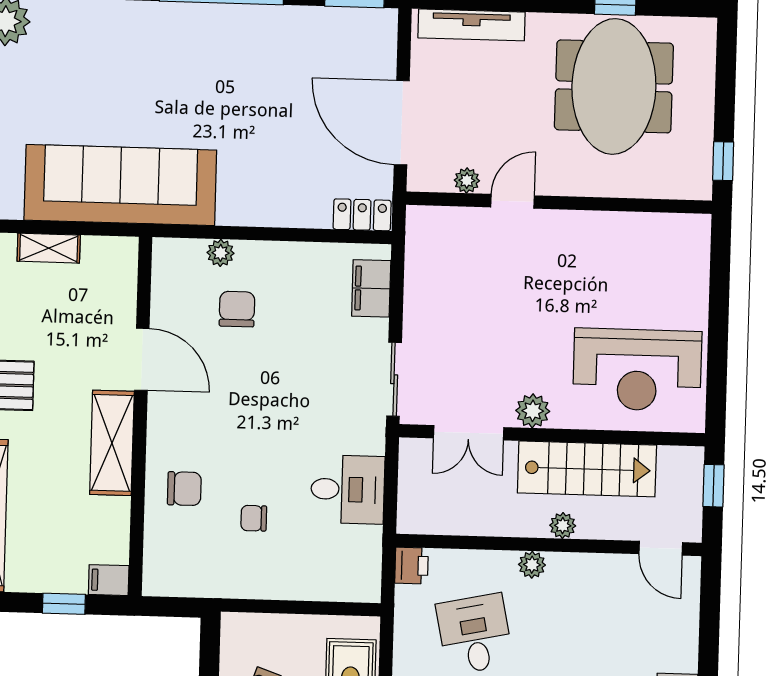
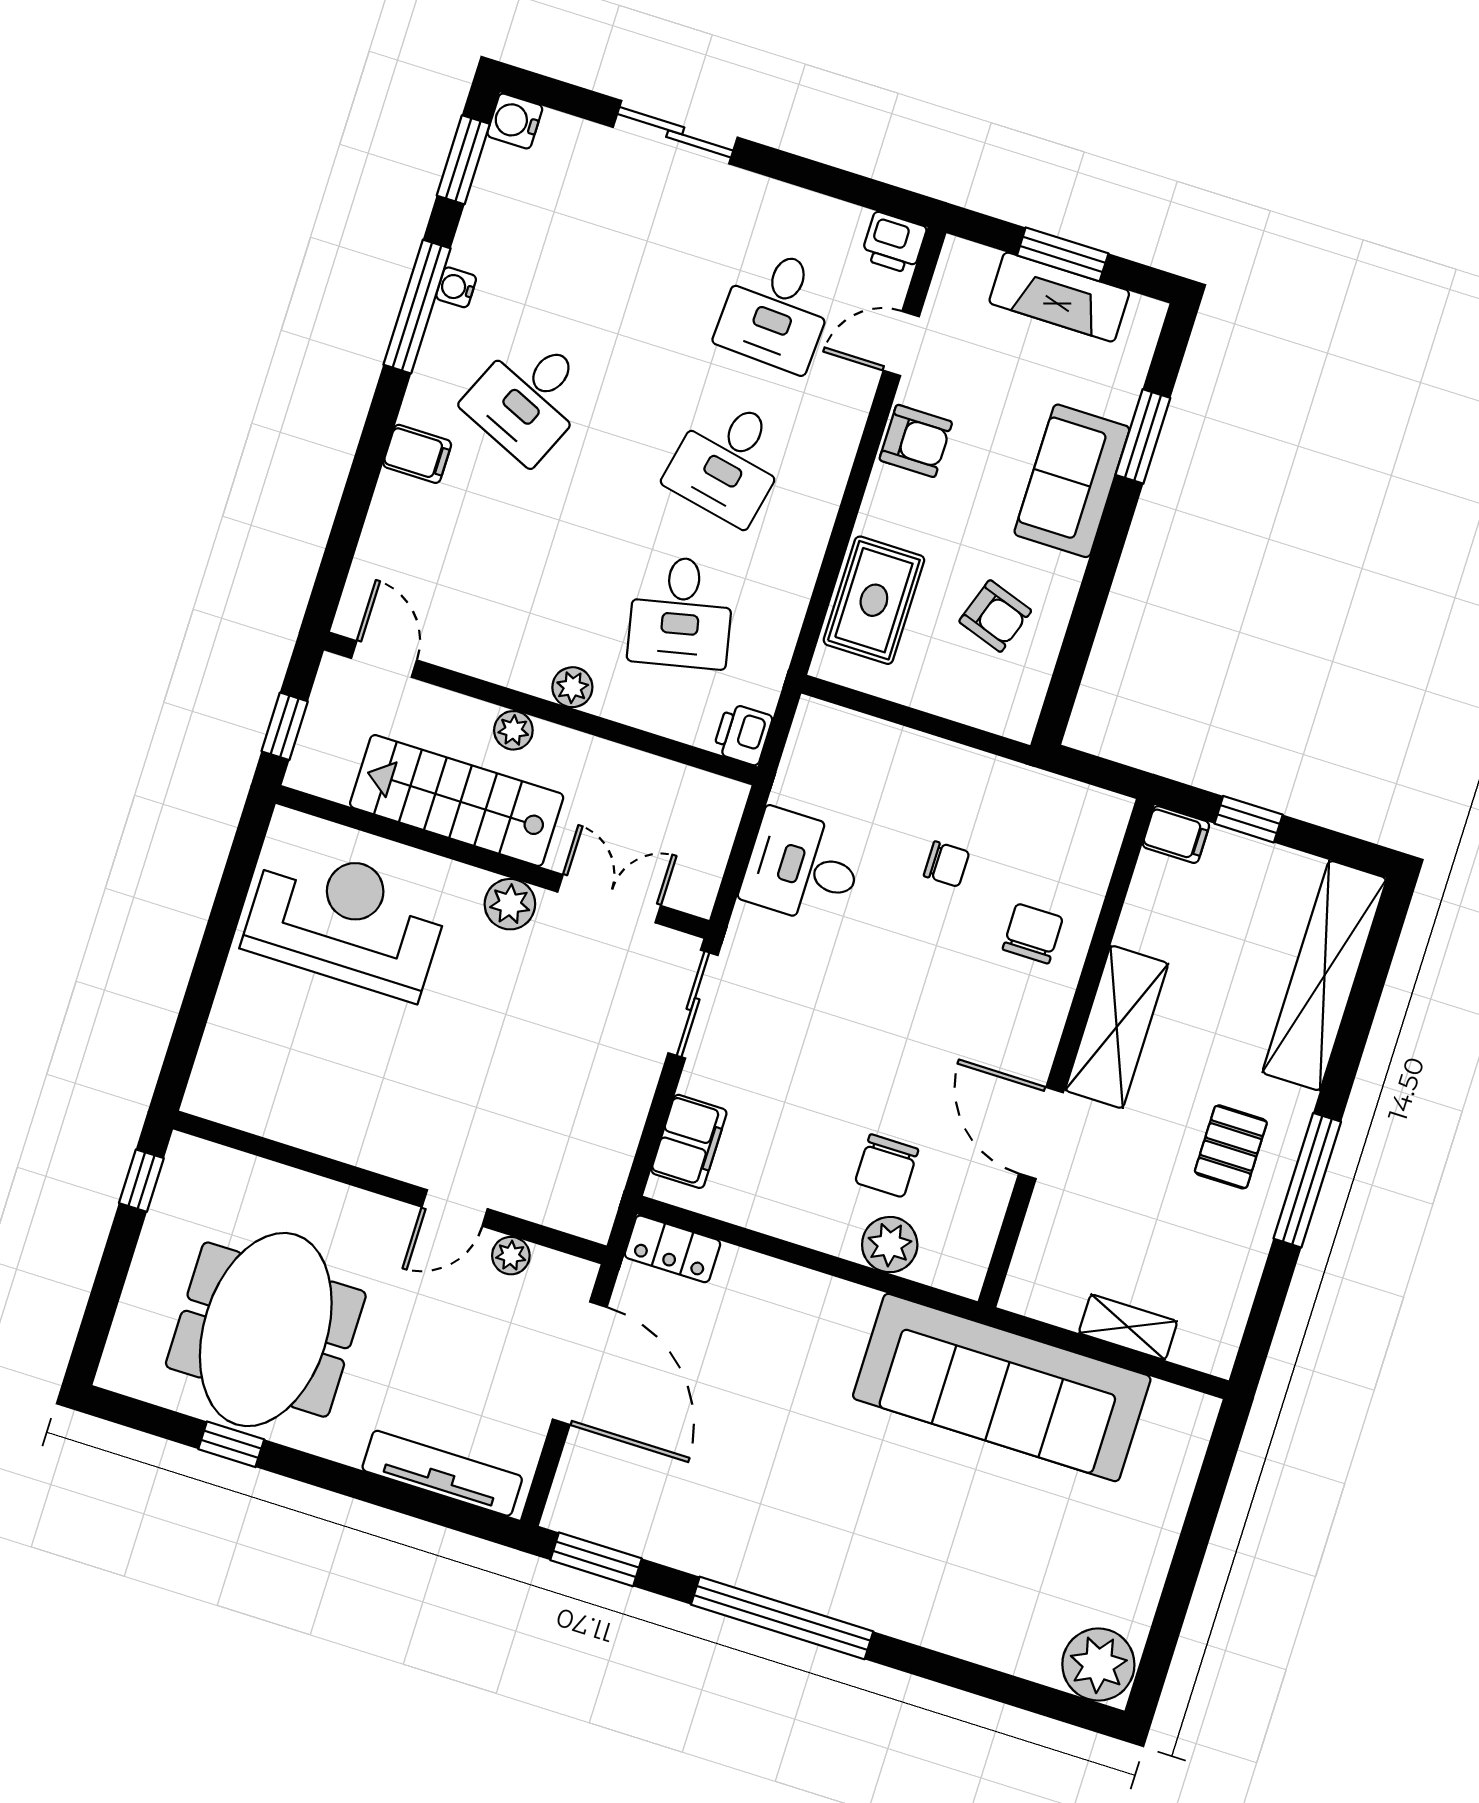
plant: (221, 253) -> (890, 1245), width x1.38, depth x1.38
chair: (184, 489) -> (1033, 933), turned 90

